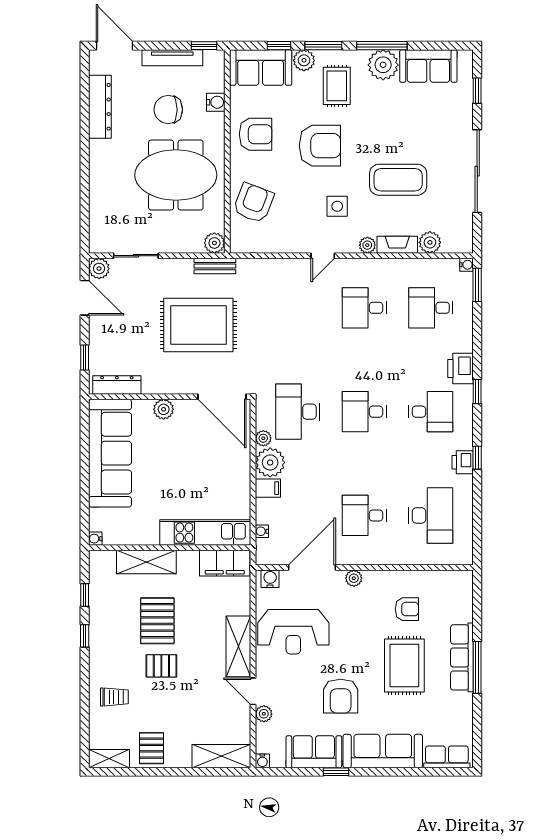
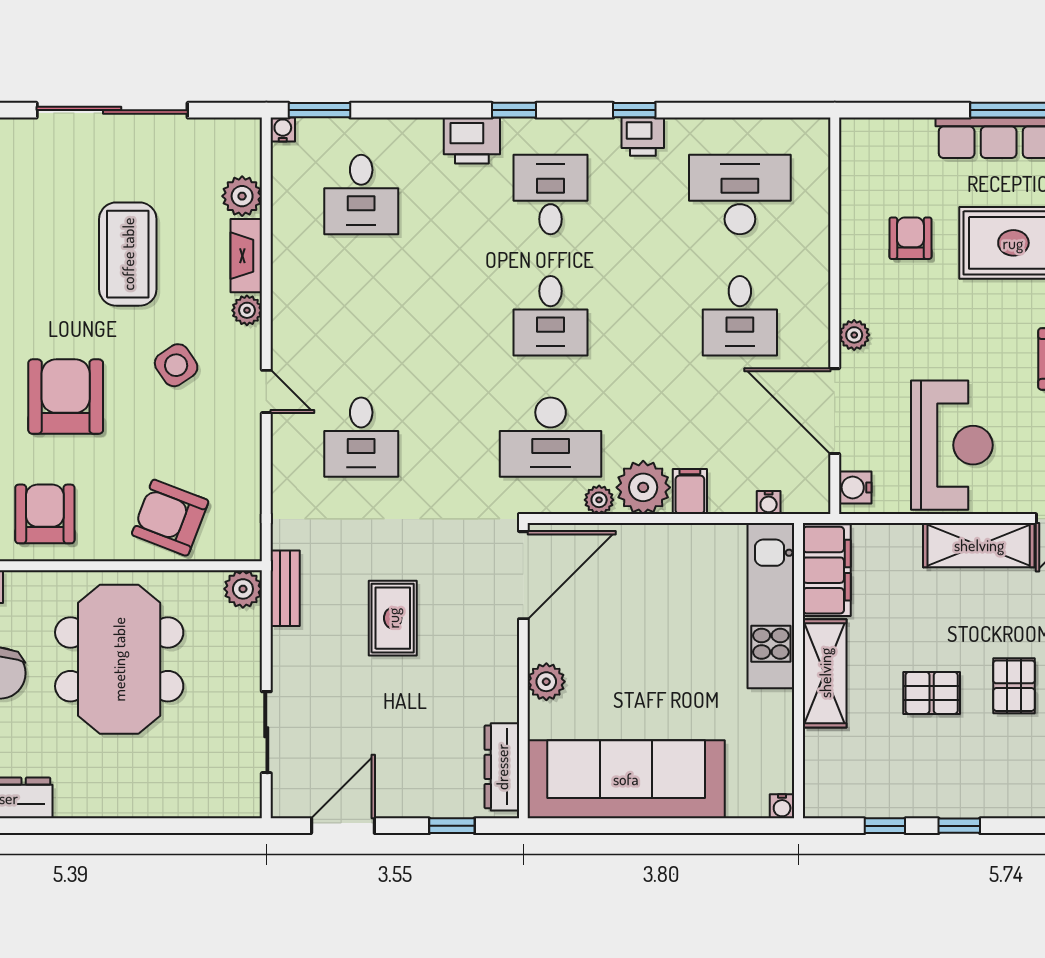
side table: (337, 206) -> (176, 365), turned -34
plant: (99, 269) -> (290, 799), removed
desk: (364, 308) -> (361, 437), moved
rug: (198, 325) -> (393, 618), width x0.54, depth x0.49
shelving: (146, 562) -> (825, 673), moved
pallet: (157, 621) -> (932, 693), width x0.67, depth x0.71

